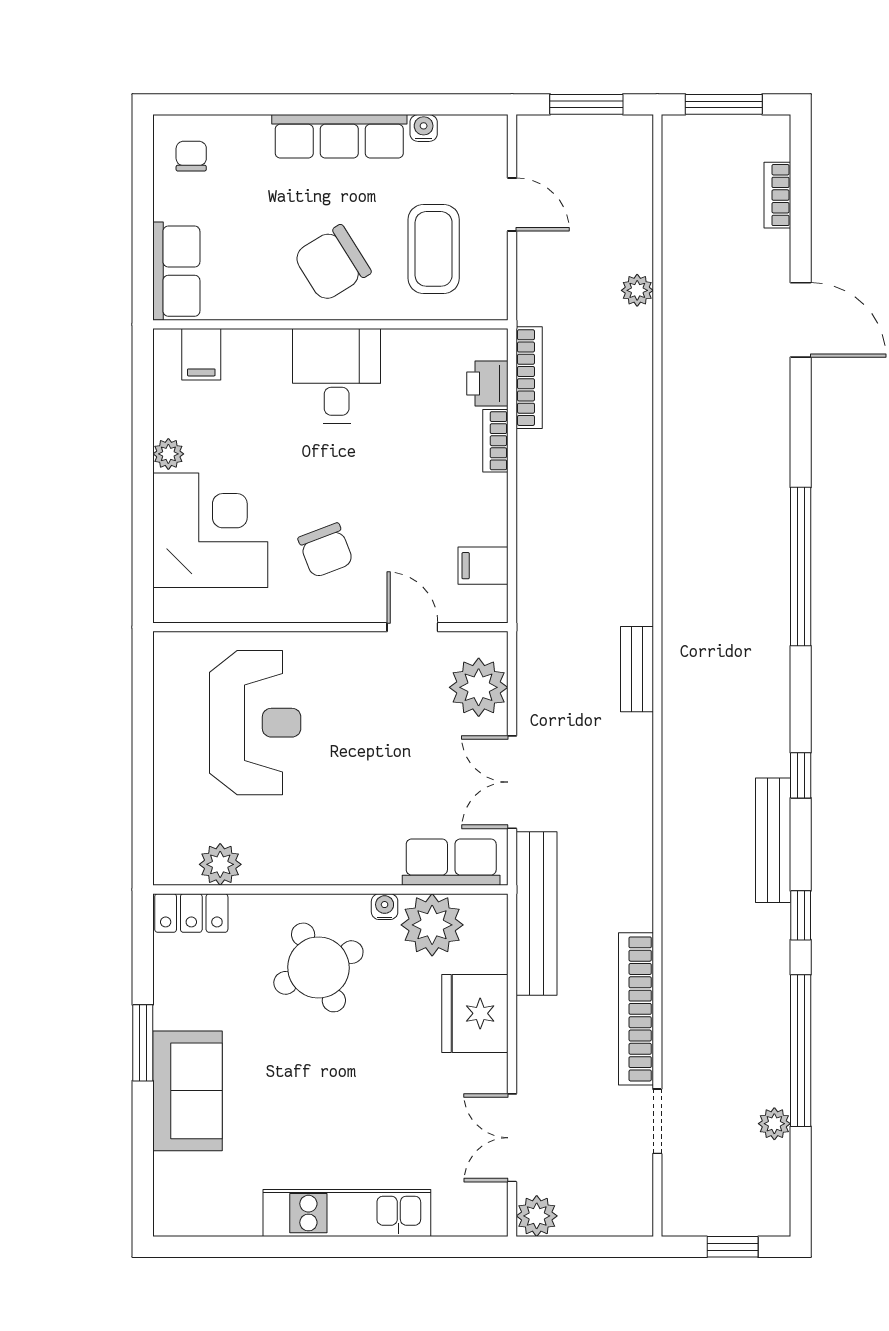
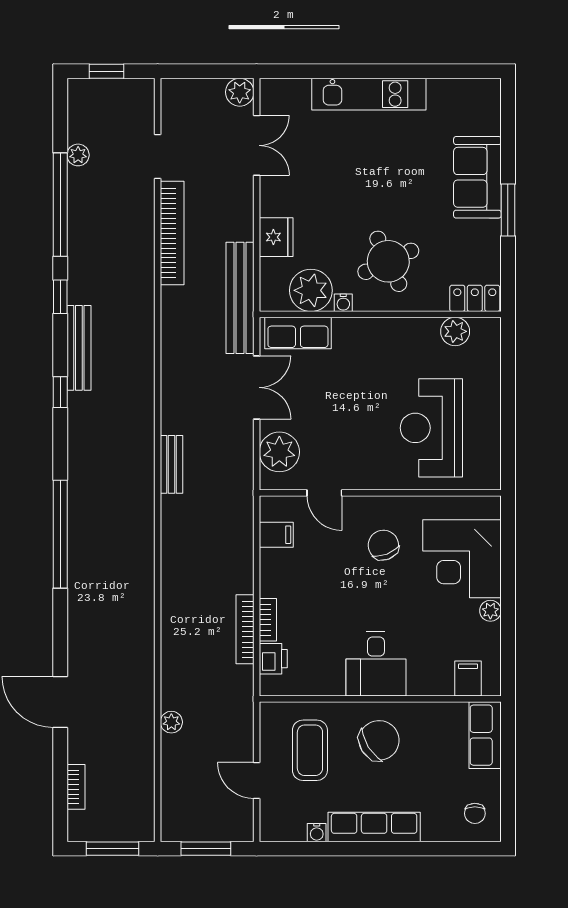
bookcase: (529, 378) -> (245, 629), moved
fridge: (475, 1013) -> (276, 237), width x0.73, depth x0.75

